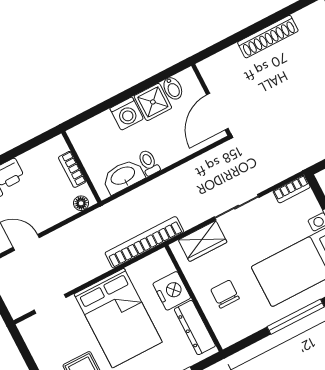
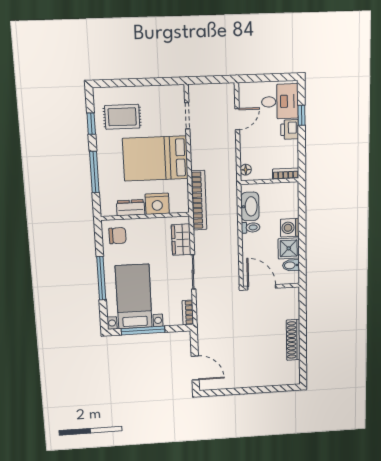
bookcase: (72, 169) -> (286, 174), moved
chair: (225, 294) -> (117, 236), moved
dresser: (195, 328) -> (131, 208), width x0.70

